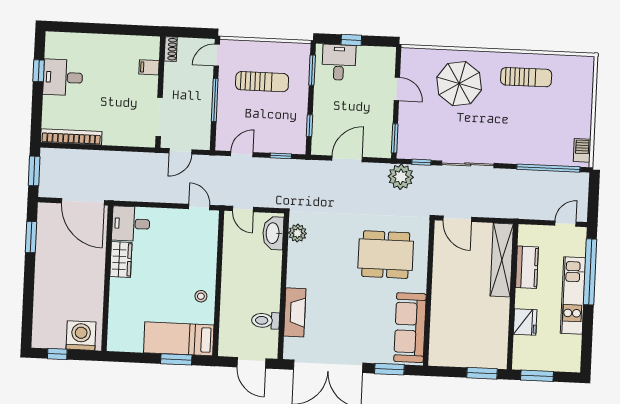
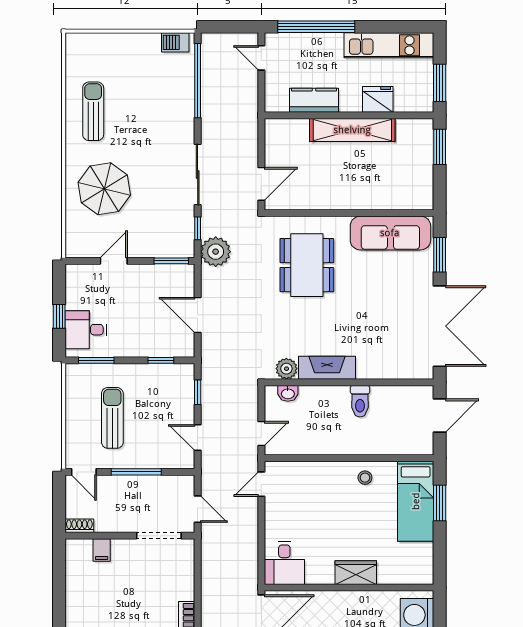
washbasin: (273, 233) -> (288, 393), width x0.52, depth x0.69
wardrobe: (121, 260) -> (356, 573), moved
shelving: (502, 260) -> (352, 130), moved
kitchen unit: (573, 295) -> (389, 45), moved
fireplace: (295, 312) -> (327, 368), moved
toilet: (266, 321) -> (360, 401), moved

